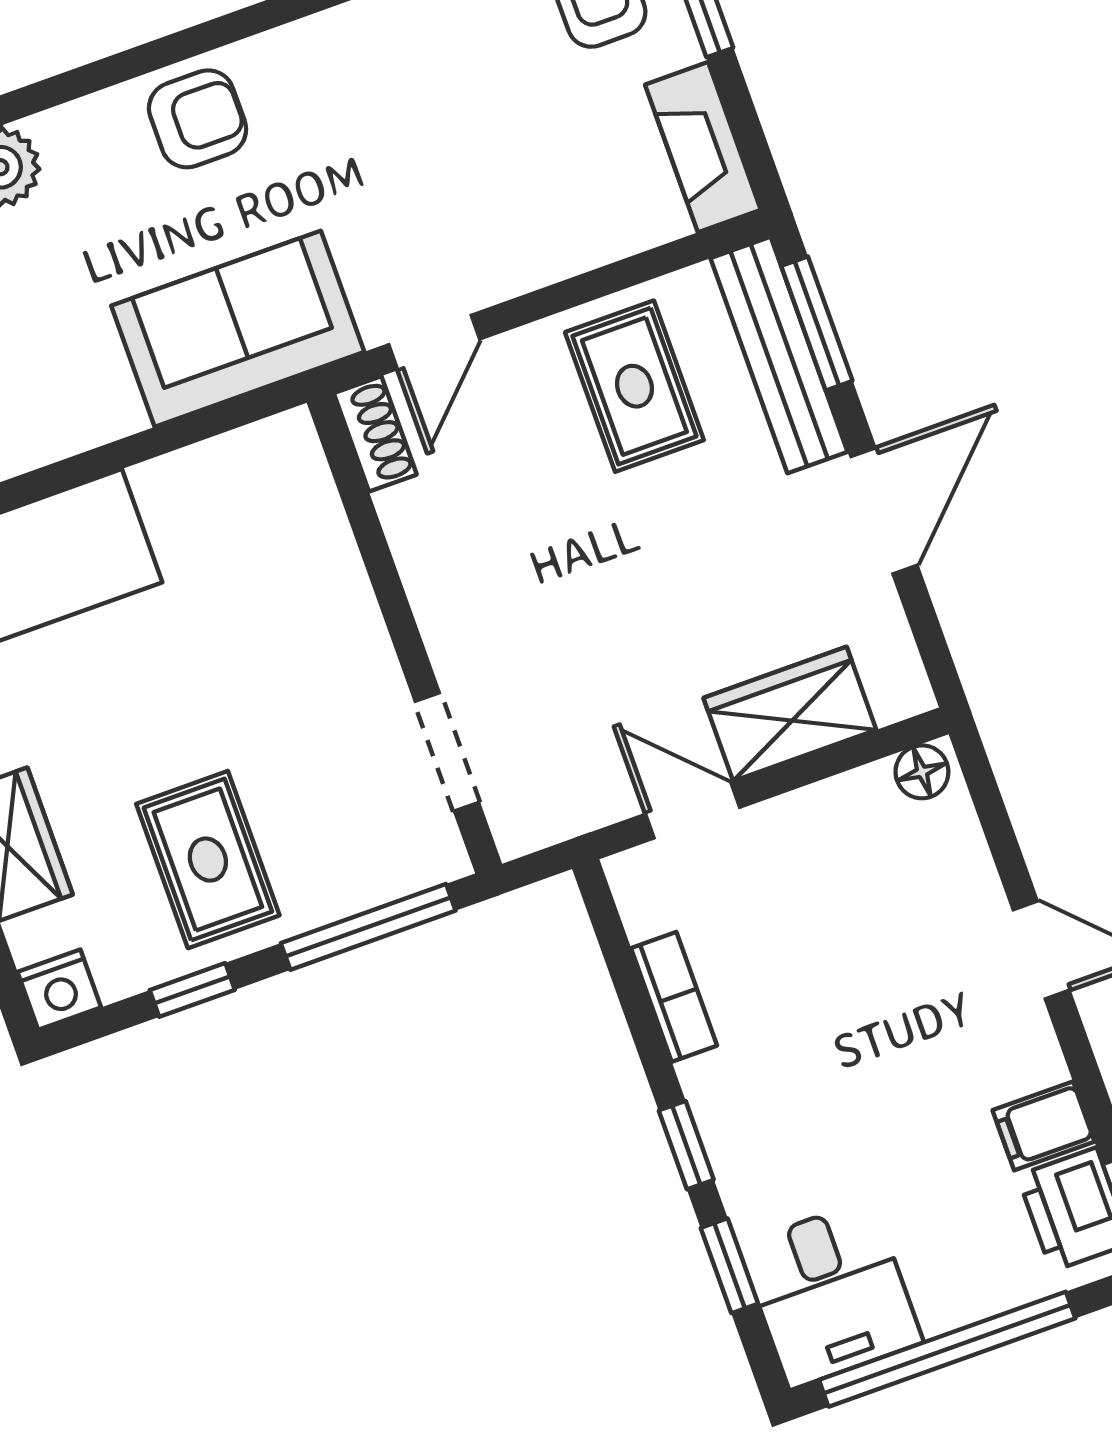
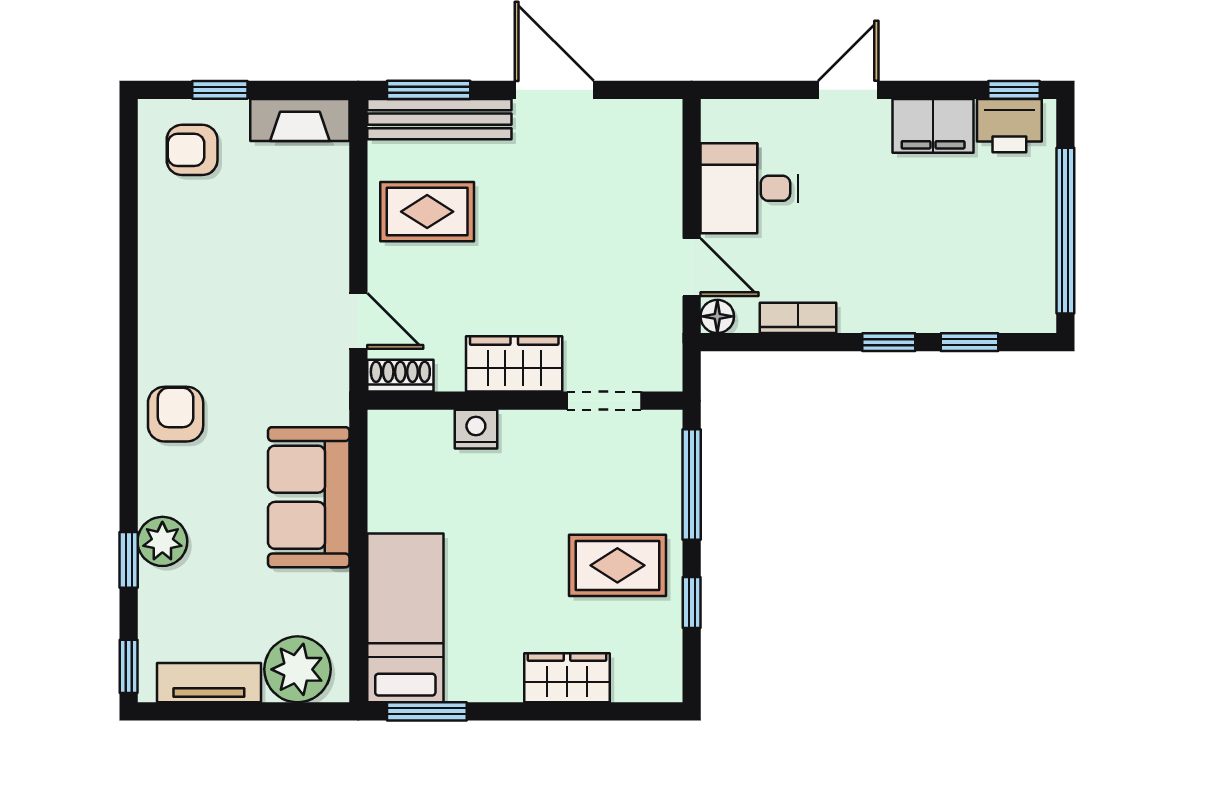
sofa: (238, 329) -> (309, 497), moved
wardrobe: (790, 714) -> (514, 364), moved, turned 90
floor lamp: (922, 772) -> (717, 316), moved
door: (693, 811) -> (692, 267), swing flipped
nightstand: (59, 990) -> (476, 429), moved, turned -90
filing cabinet: (1044, 1126) -> (933, 126), width x2.00
desk: (831, 1294) -> (749, 188), moved, turned 180

